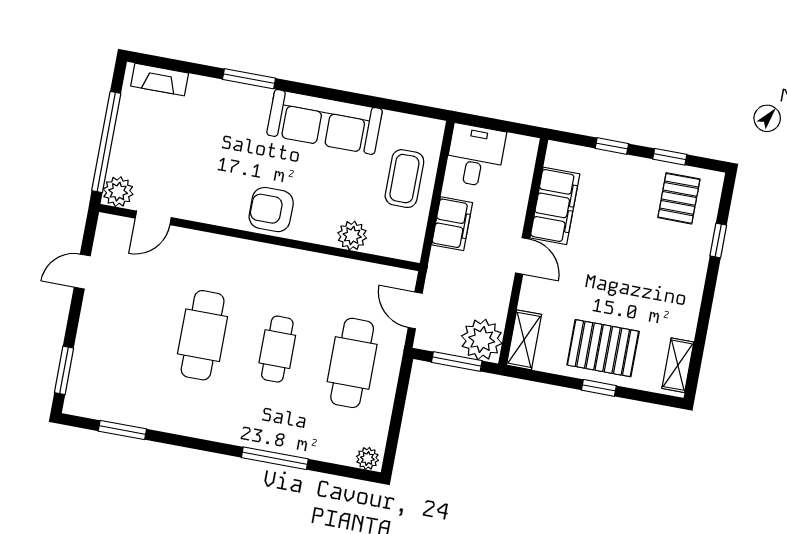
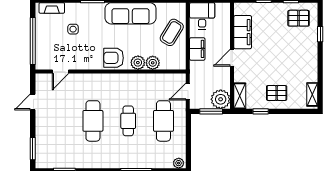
side table: (196, 133) -> (73, 29), added
coffee table: (404, 179) -> (172, 32), turned 31
plant: (118, 192) -> (138, 63), moved
pallet: (679, 198) -> (299, 18), turned 90
door: (522, 256) -> (232, 58), swing flipped
door: (415, 310) -> (188, 92), hinge flipped
pallet: (603, 348) -> (277, 93), width x0.67, depth x0.71
window: (599, 388) -> (261, 111), moved

